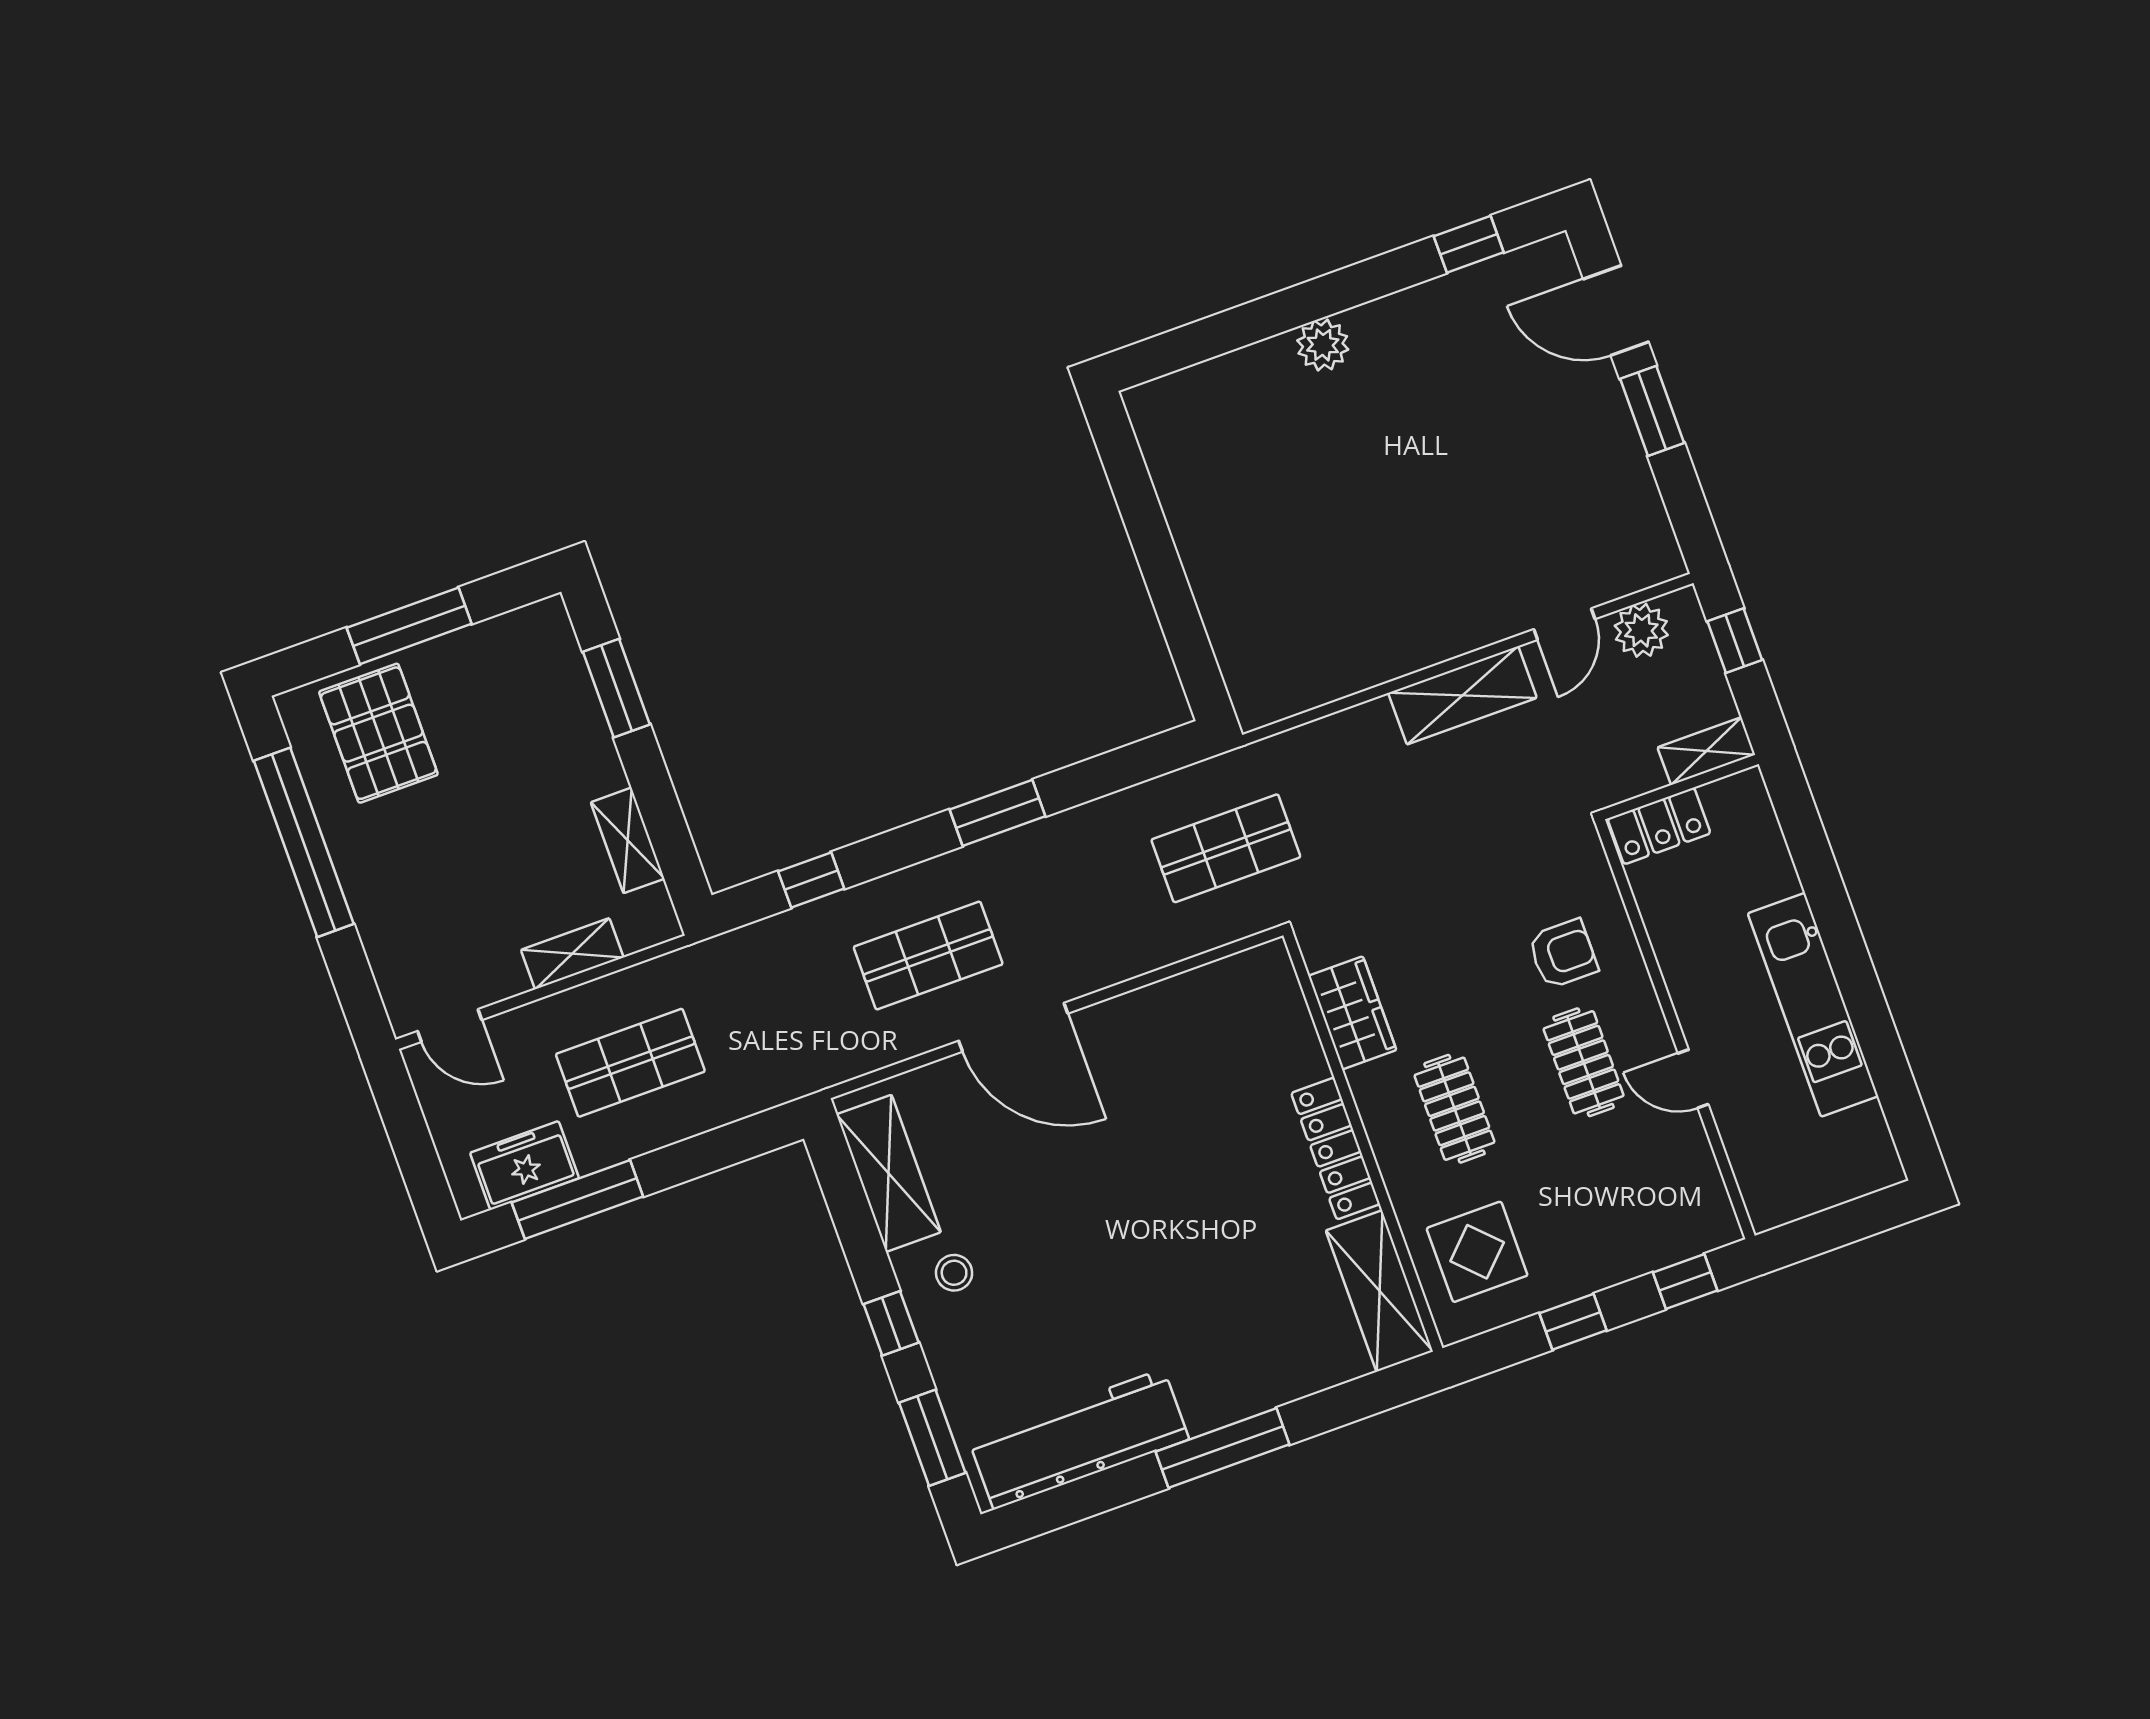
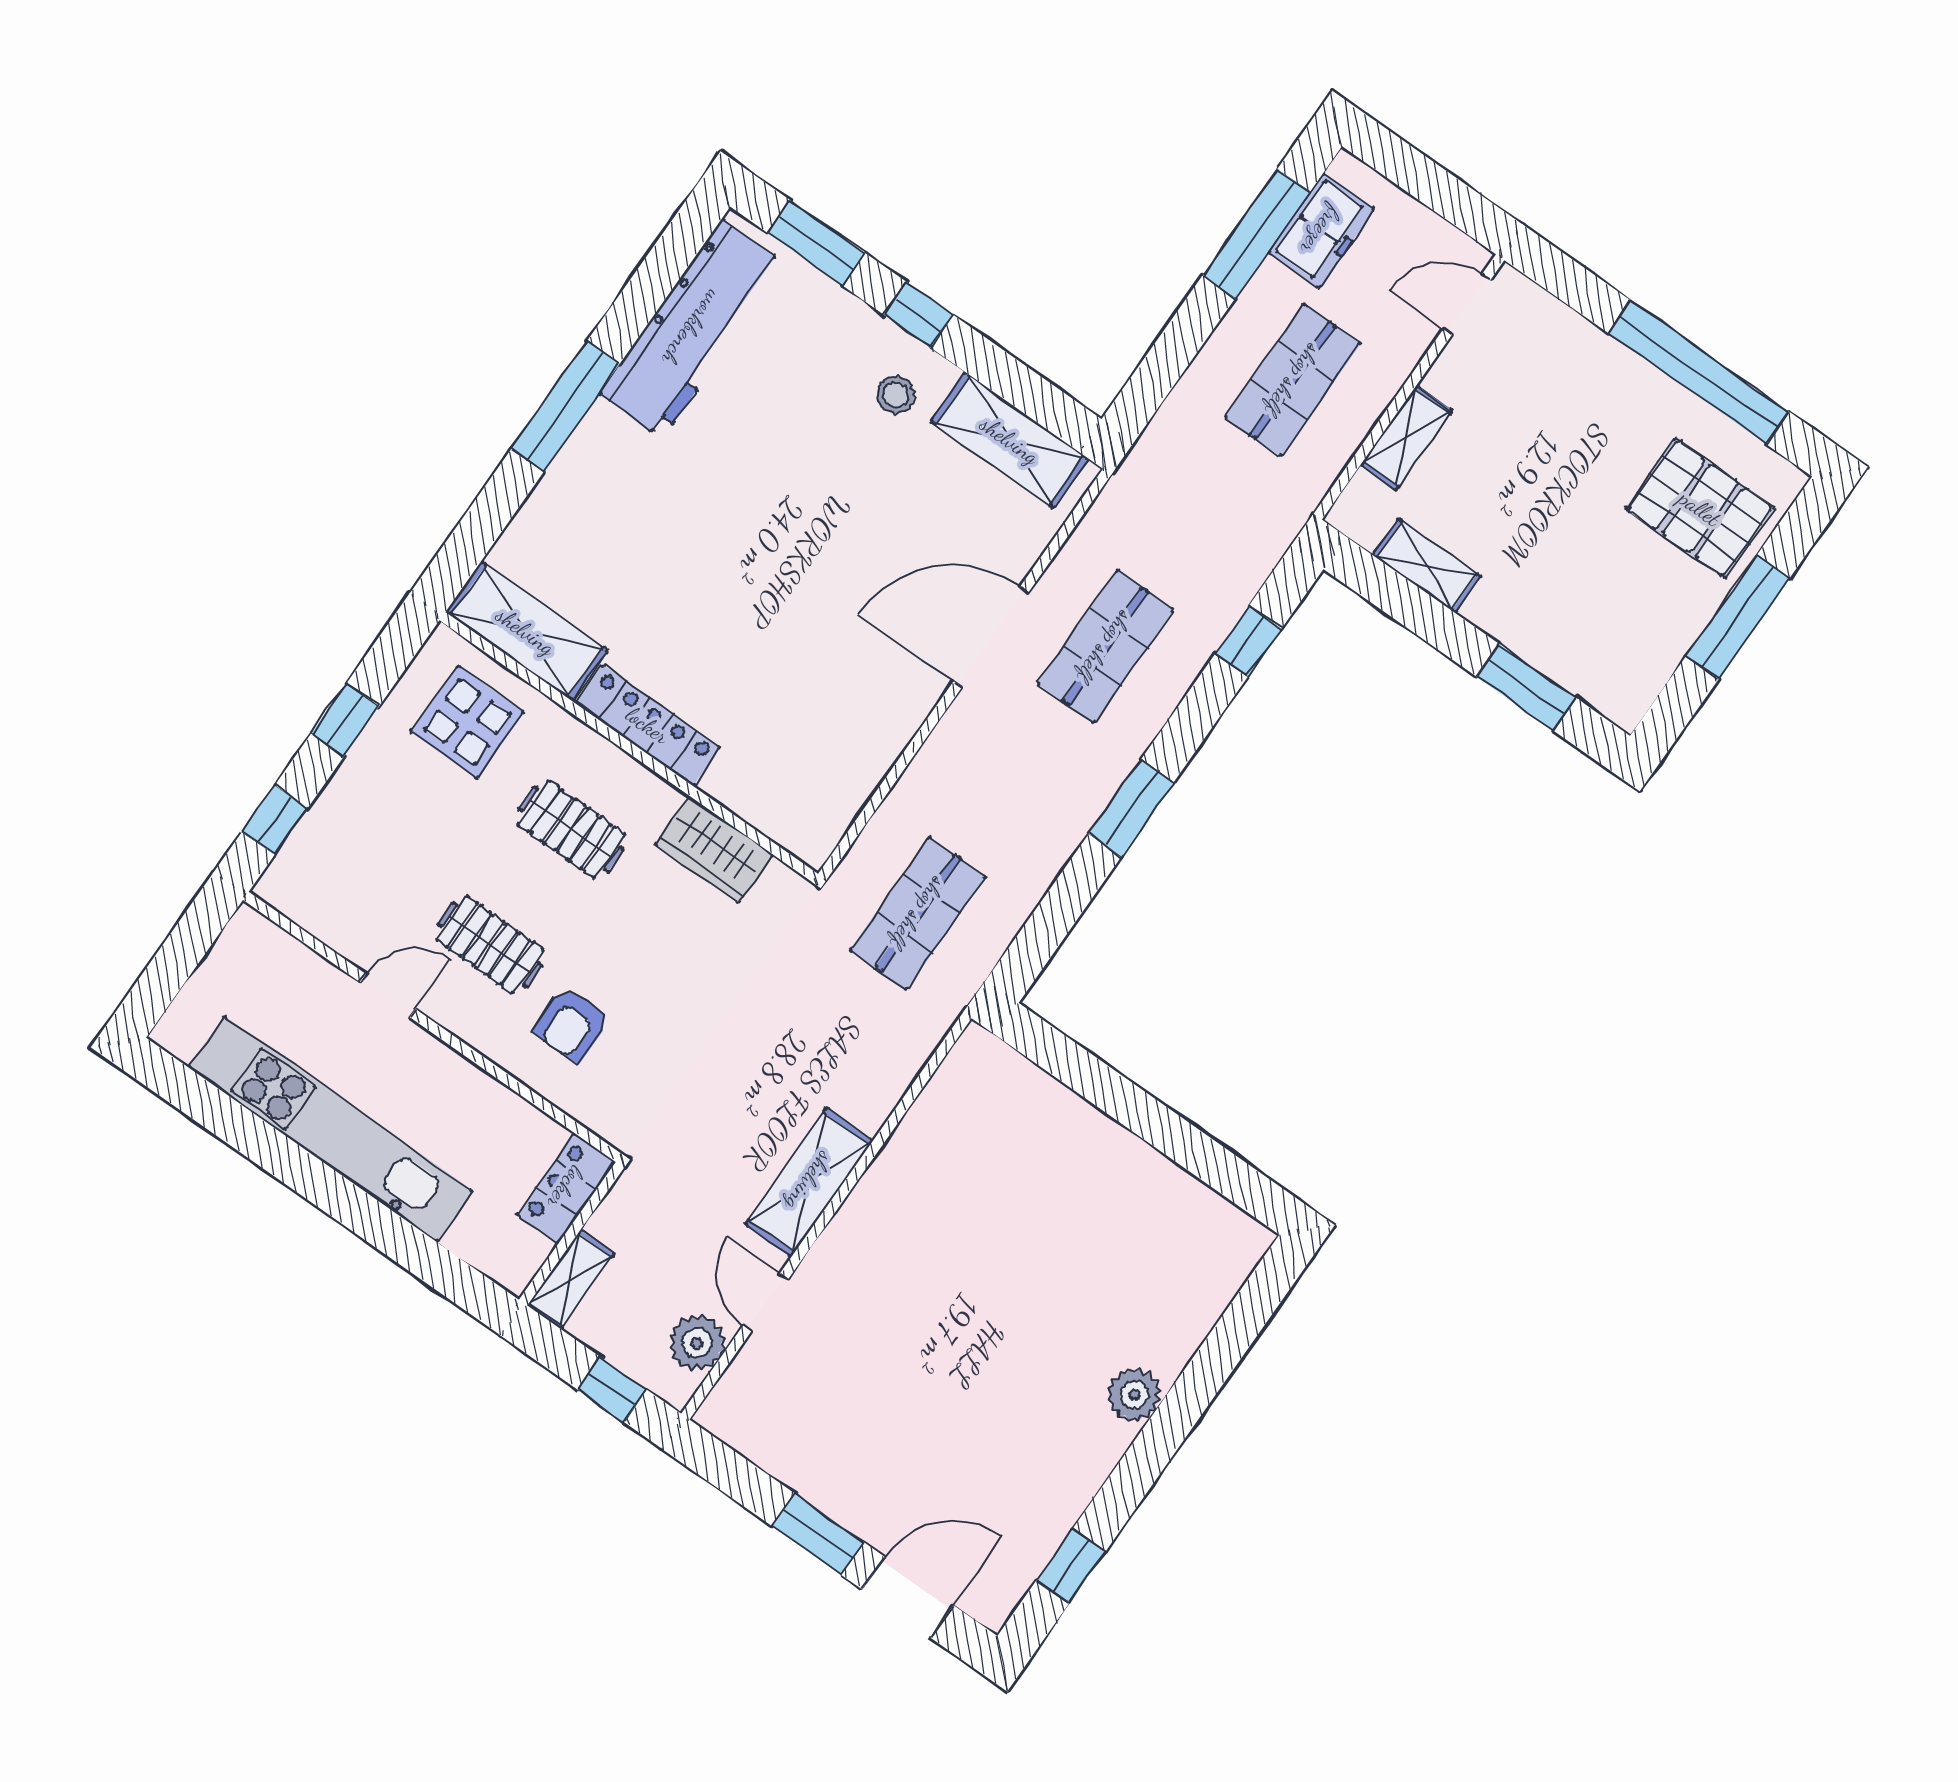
kitchen unit: (1813, 1005) -> (331, 1129), width x1.36

